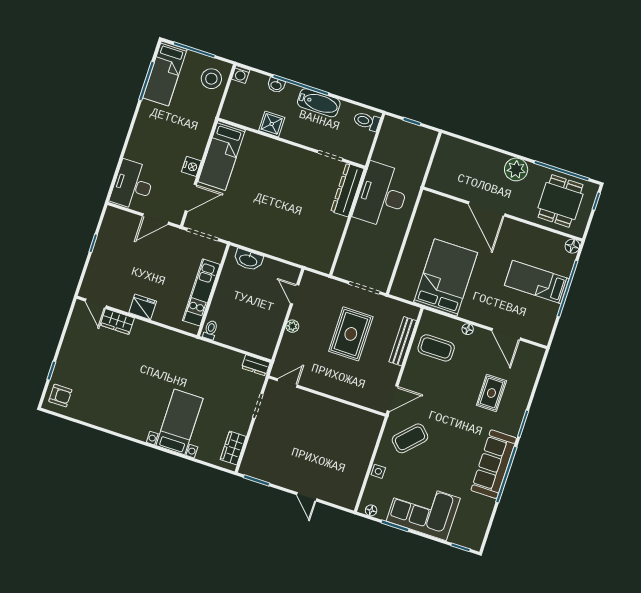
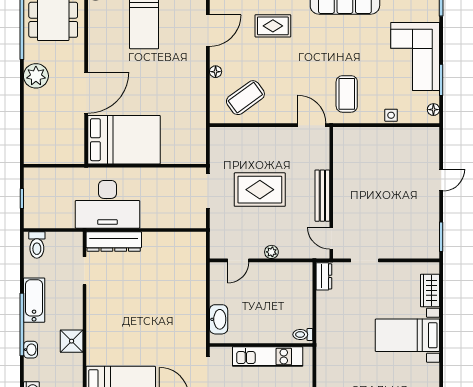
bed: (446, 277) -> (124, 140), moved, turned 180
bench: (403, 341) -> (322, 196), moved, turned 90
coffee table: (436, 348) -> (245, 98), turned 54
coffee table: (410, 438) -> (347, 94), turned 46
wardrobe: (233, 448) -> (430, 290), moved, turned 90

